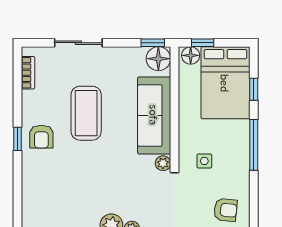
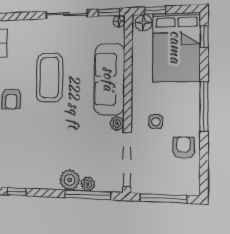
sliding door: (78, 43) -> (66, 14), moved
floor lamp: (158, 59) -> (119, 21), width x0.53, depth x0.53
window: (254, 89) -> (204, 36), moved
armchair: (225, 210) -> (183, 147), moved, turned -96

